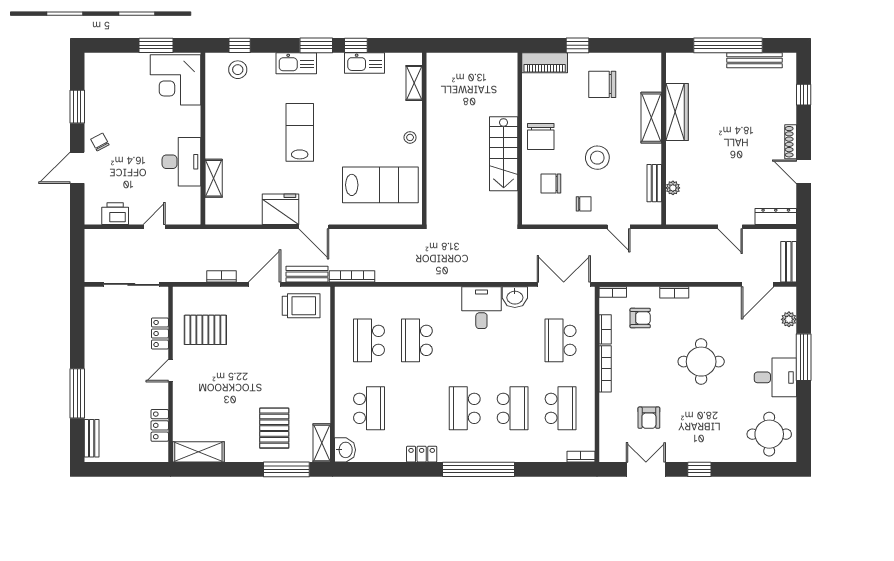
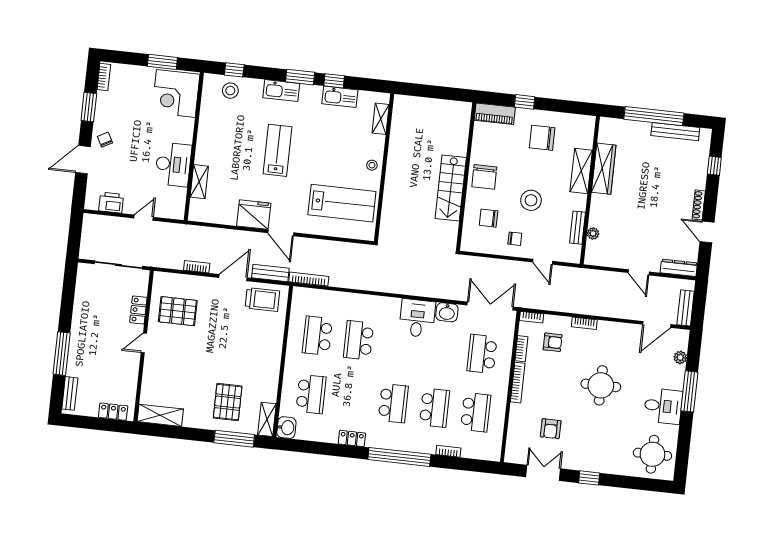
bookcase: (91, 70) -> (104, 77), added
school desk: (465, 408) -> (393, 403), turned 180
locker: (160, 425) -> (113, 412), moved, turned 90
bookcase: (581, 457) -> (448, 451), moved

